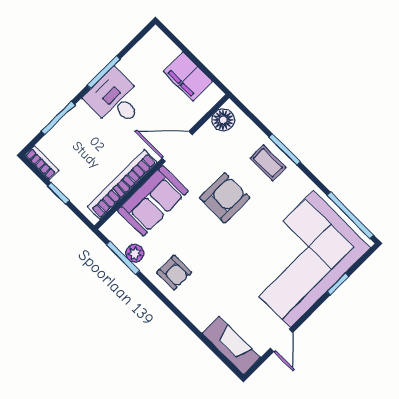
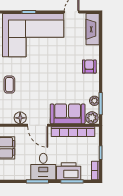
floor lamp: (223, 120) -> (20, 118), moved
printer: (76, 127) -> (69, 171), added
armchair: (225, 198) -> (39, 88), removed
plant: (116, 228) -> (92, 118), added
armchair: (174, 272) -> (89, 67), moved

